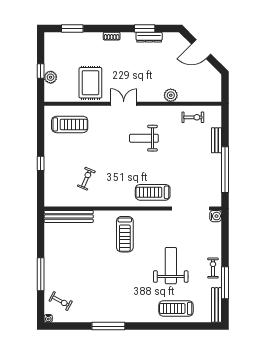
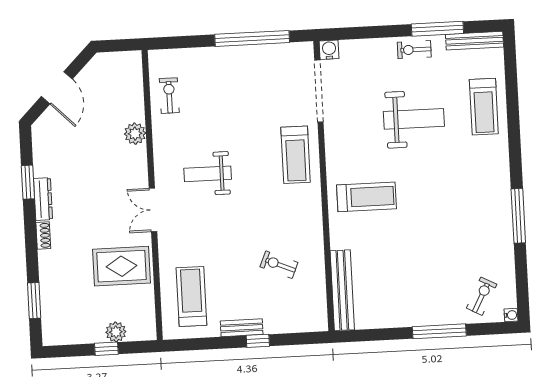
dresser: (149, 37) -> (43, 199), moved
weight bench: (144, 138) -> (208, 174), turned 90
bench: (216, 140) -> (242, 328), moved
weight bench: (171, 266) -> (414, 119), turned 180

